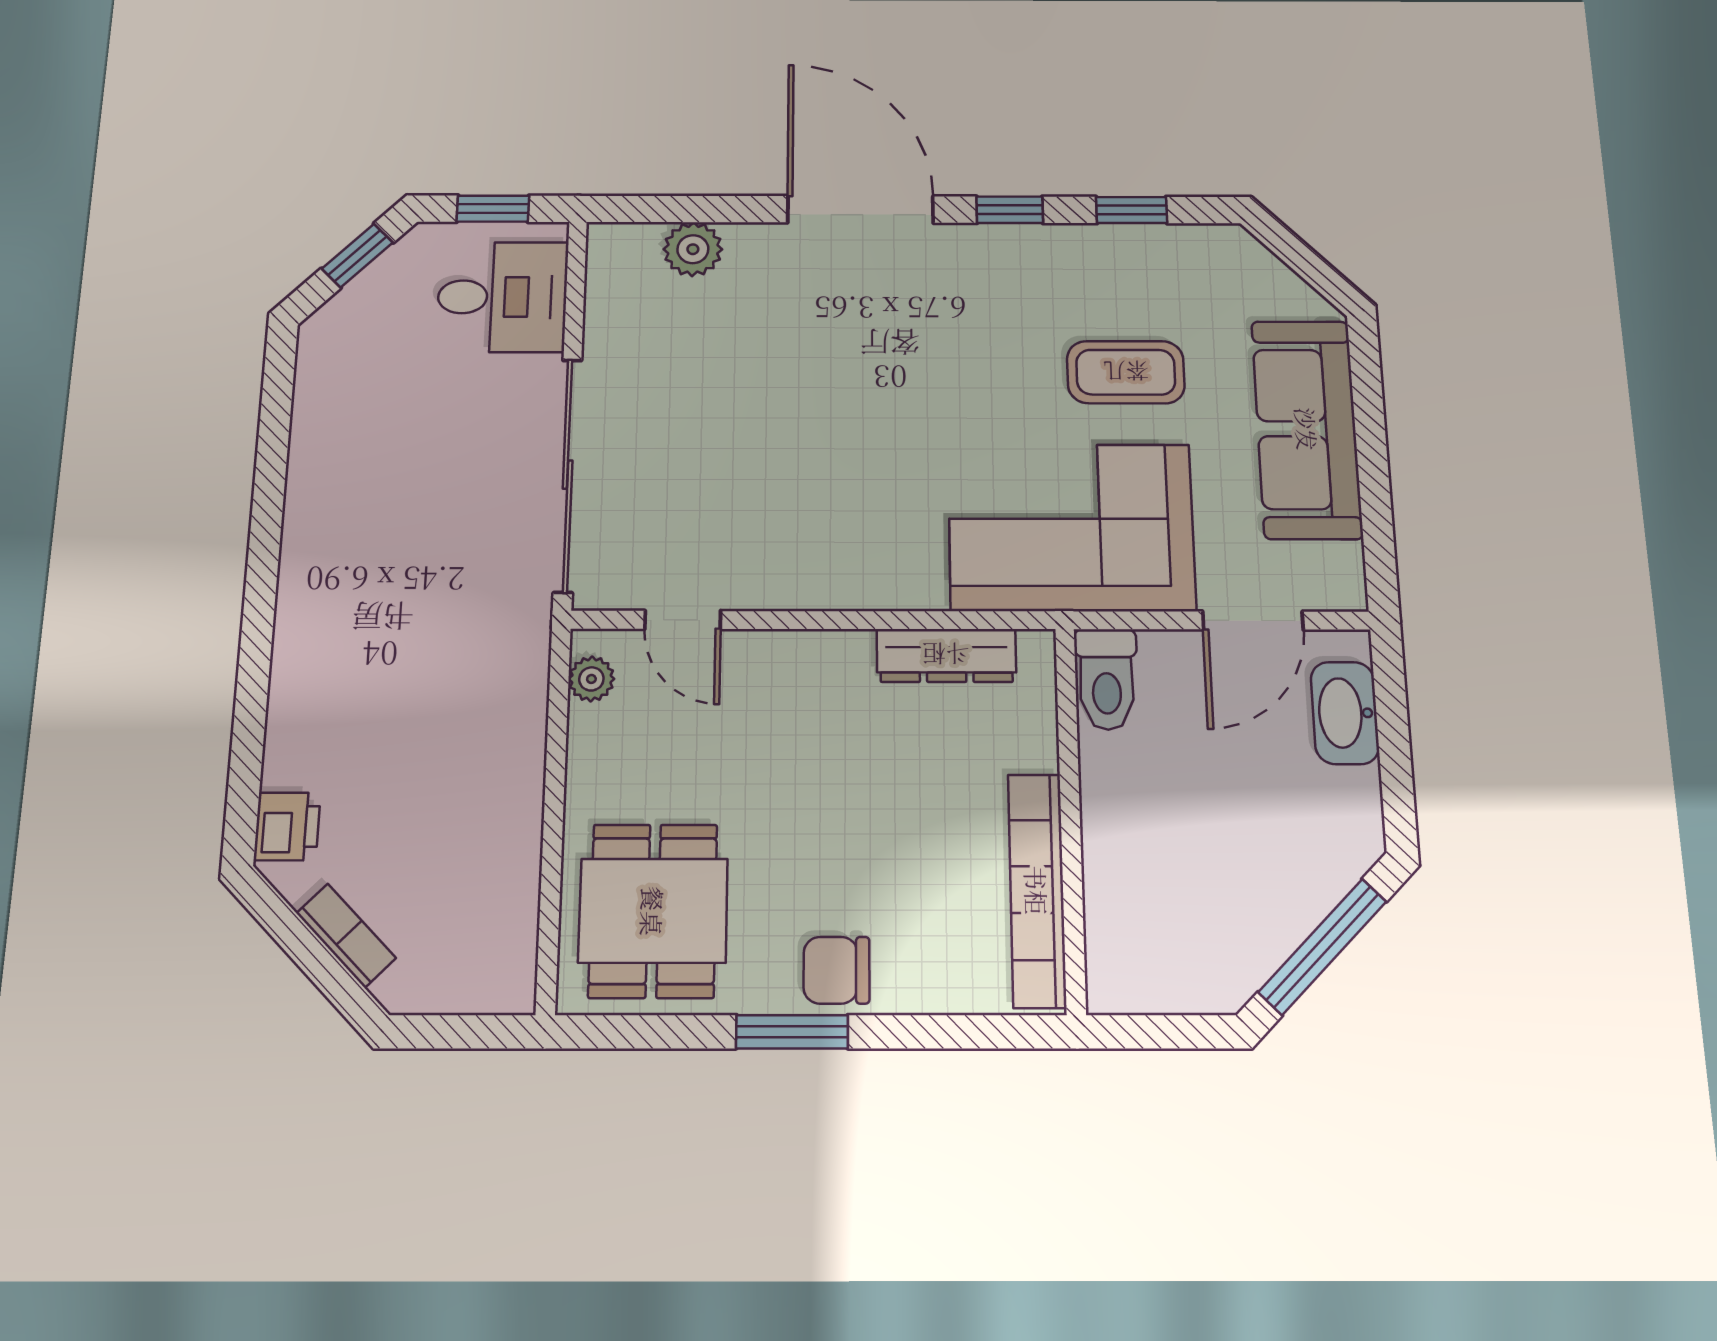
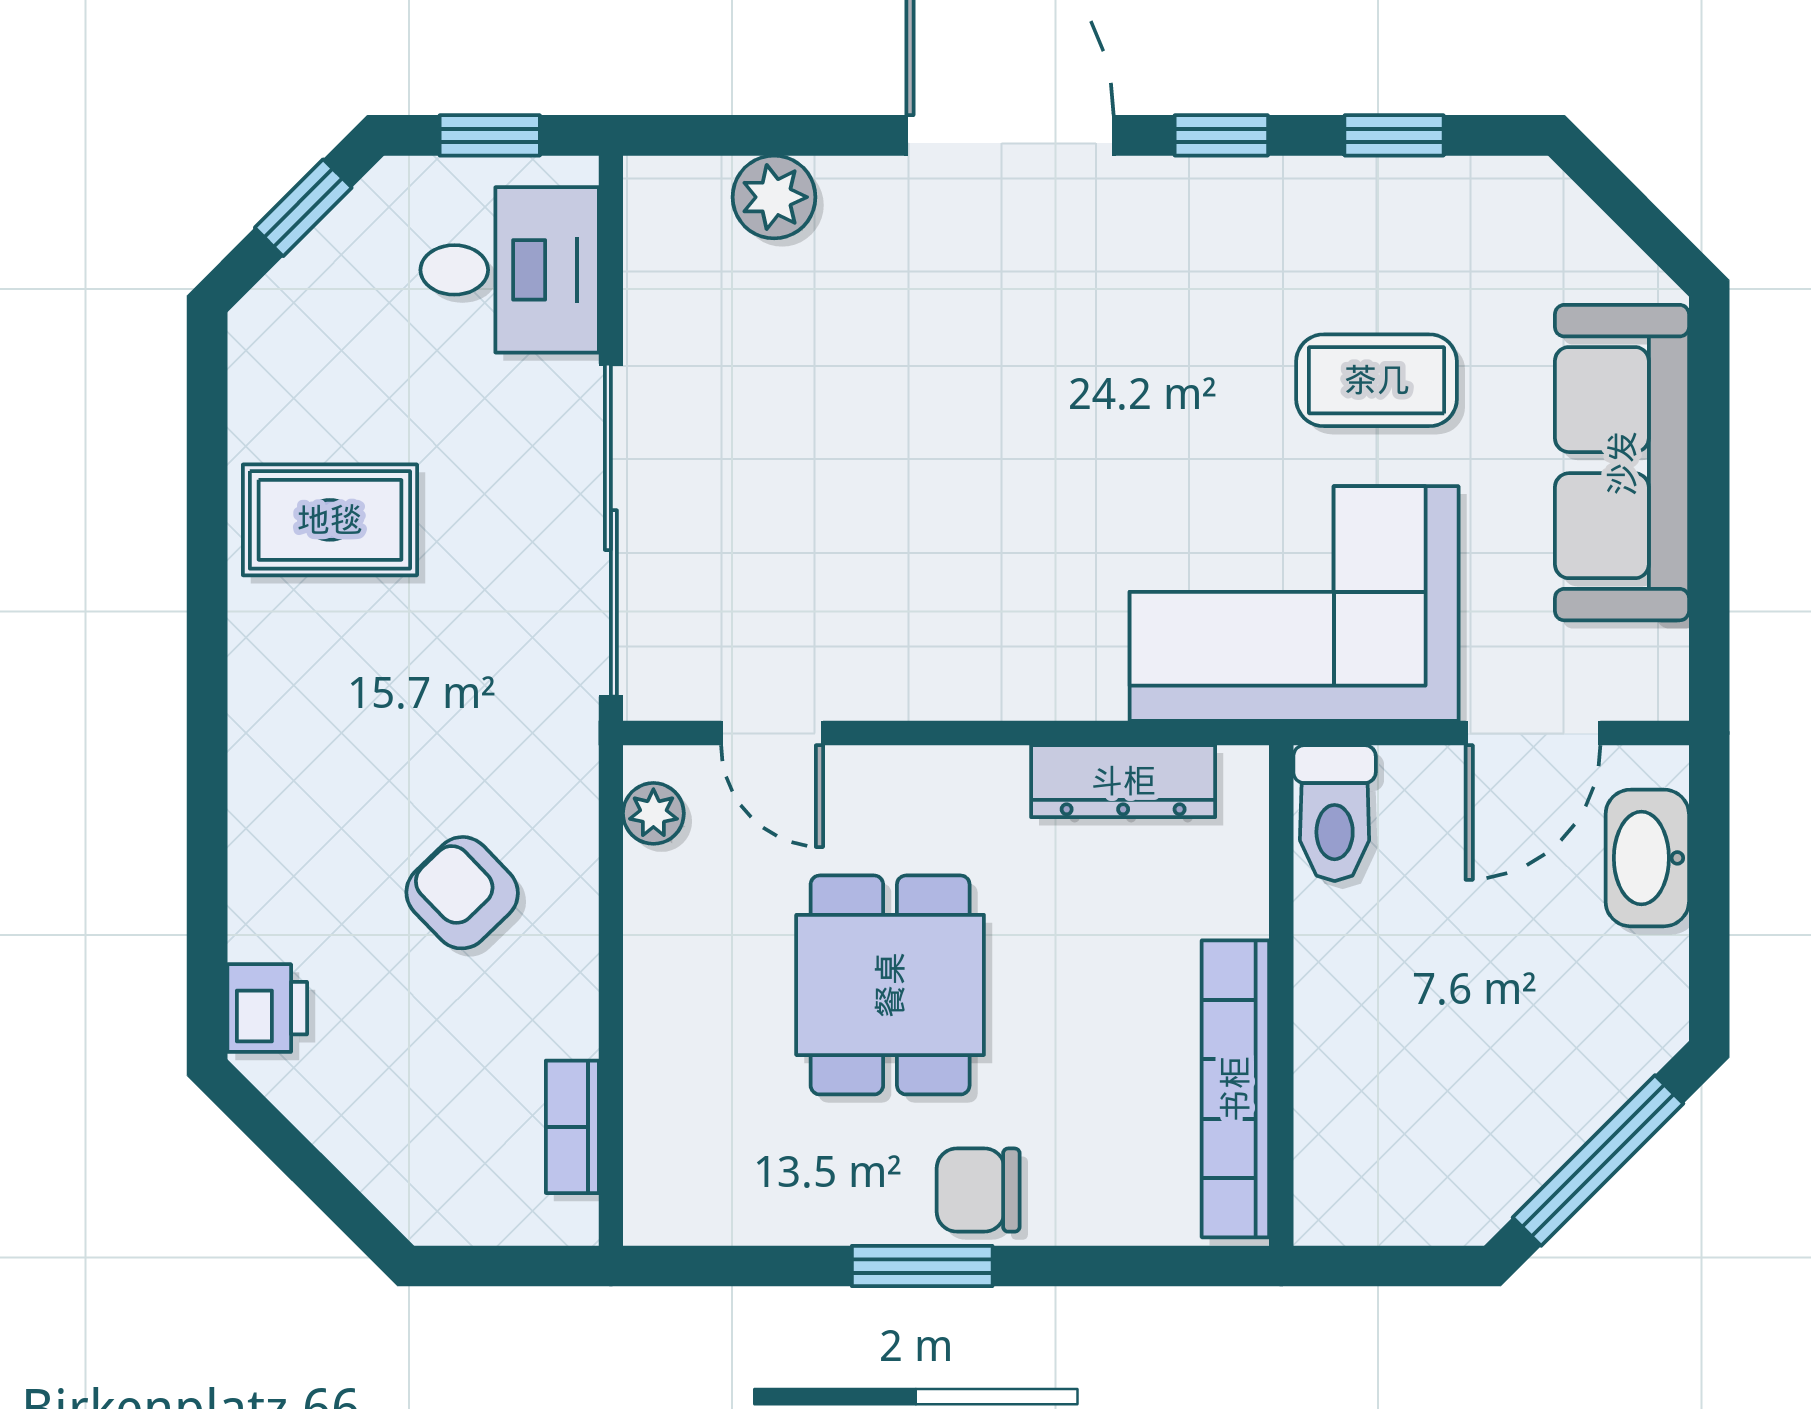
rug: (361, 467) -> (330, 520), added
armchair: (443, 738) -> (462, 893), added
dining table: (653, 911) -> (890, 985), moved
bookcase: (346, 936) -> (572, 1127), moved, turned -135

